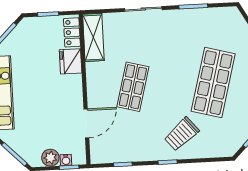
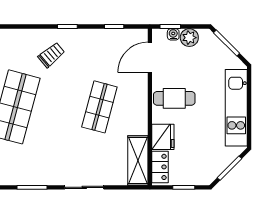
cafe table: (62, 99) -> (174, 98), added
door: (86, 123) -> (150, 57), moved
trolley: (181, 134) -> (51, 55), width x0.73, depth x0.72

